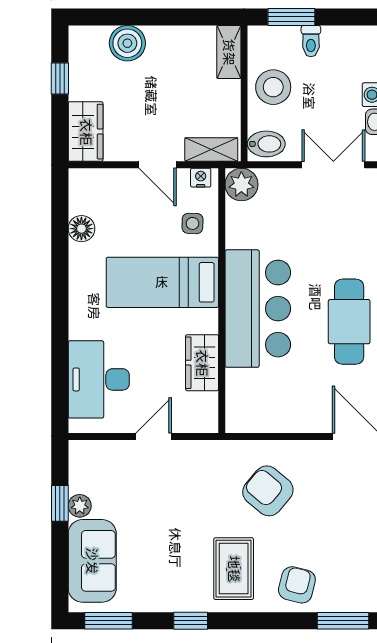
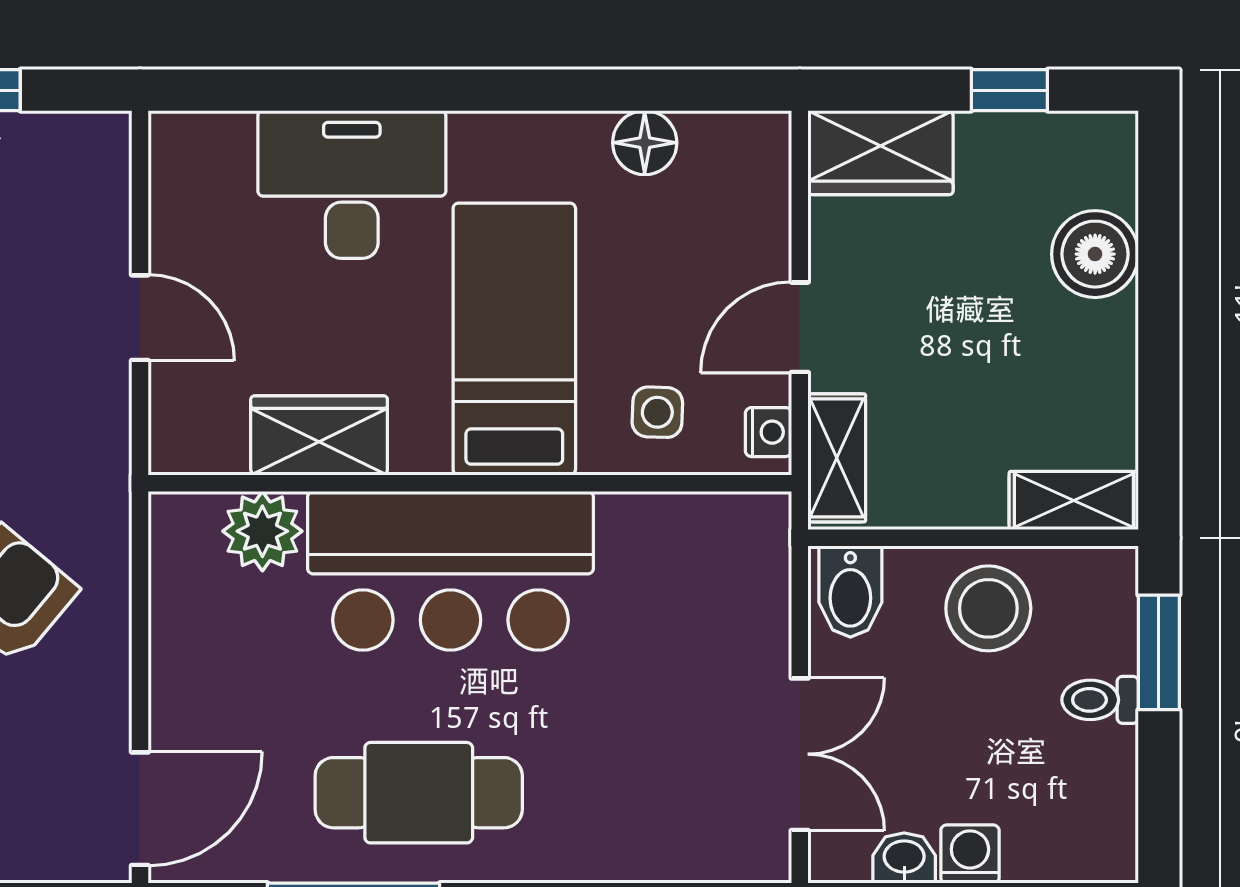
plant: (241, 185) -> (262, 531), moved
desk: (99, 379) -> (352, 184), moved

